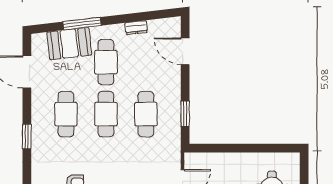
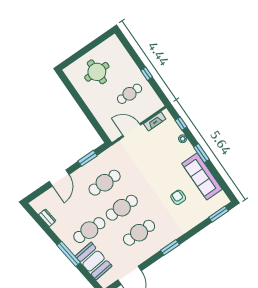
window: (82, 24) -> (69, 254), moved
dresser: (136, 28) -> (47, 218), moved
door: (185, 51) -> (59, 178), moved

